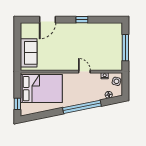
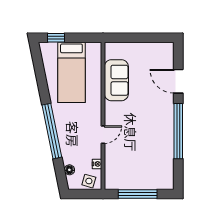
window: (82, 20) -> (178, 131), width x3.17
sofa: (29, 53) -> (116, 80), moved, turned -90
bed: (41, 89) -> (71, 72), width x0.67

